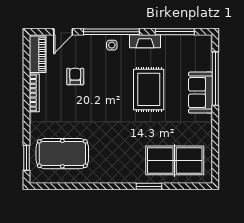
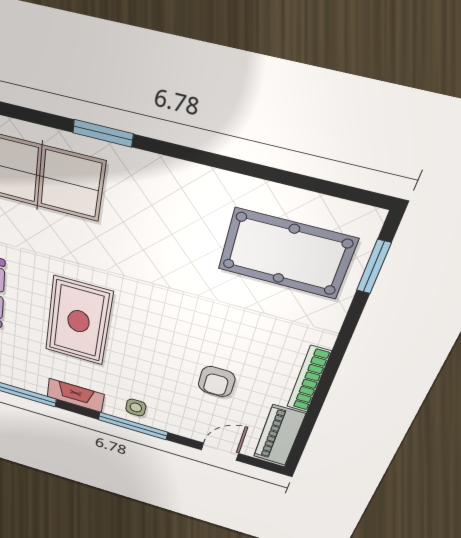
window: (111, 32) -> (133, 426), width x0.68

